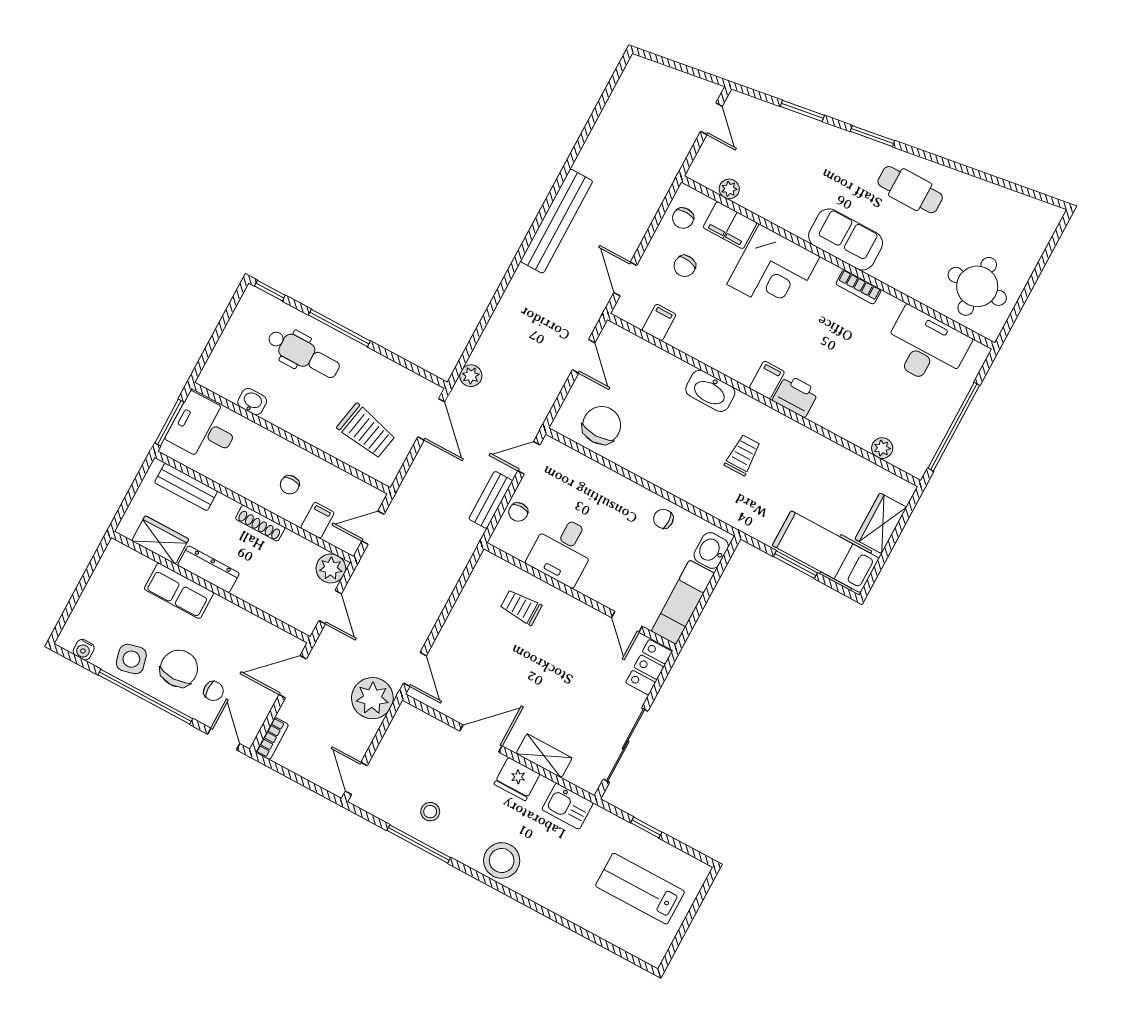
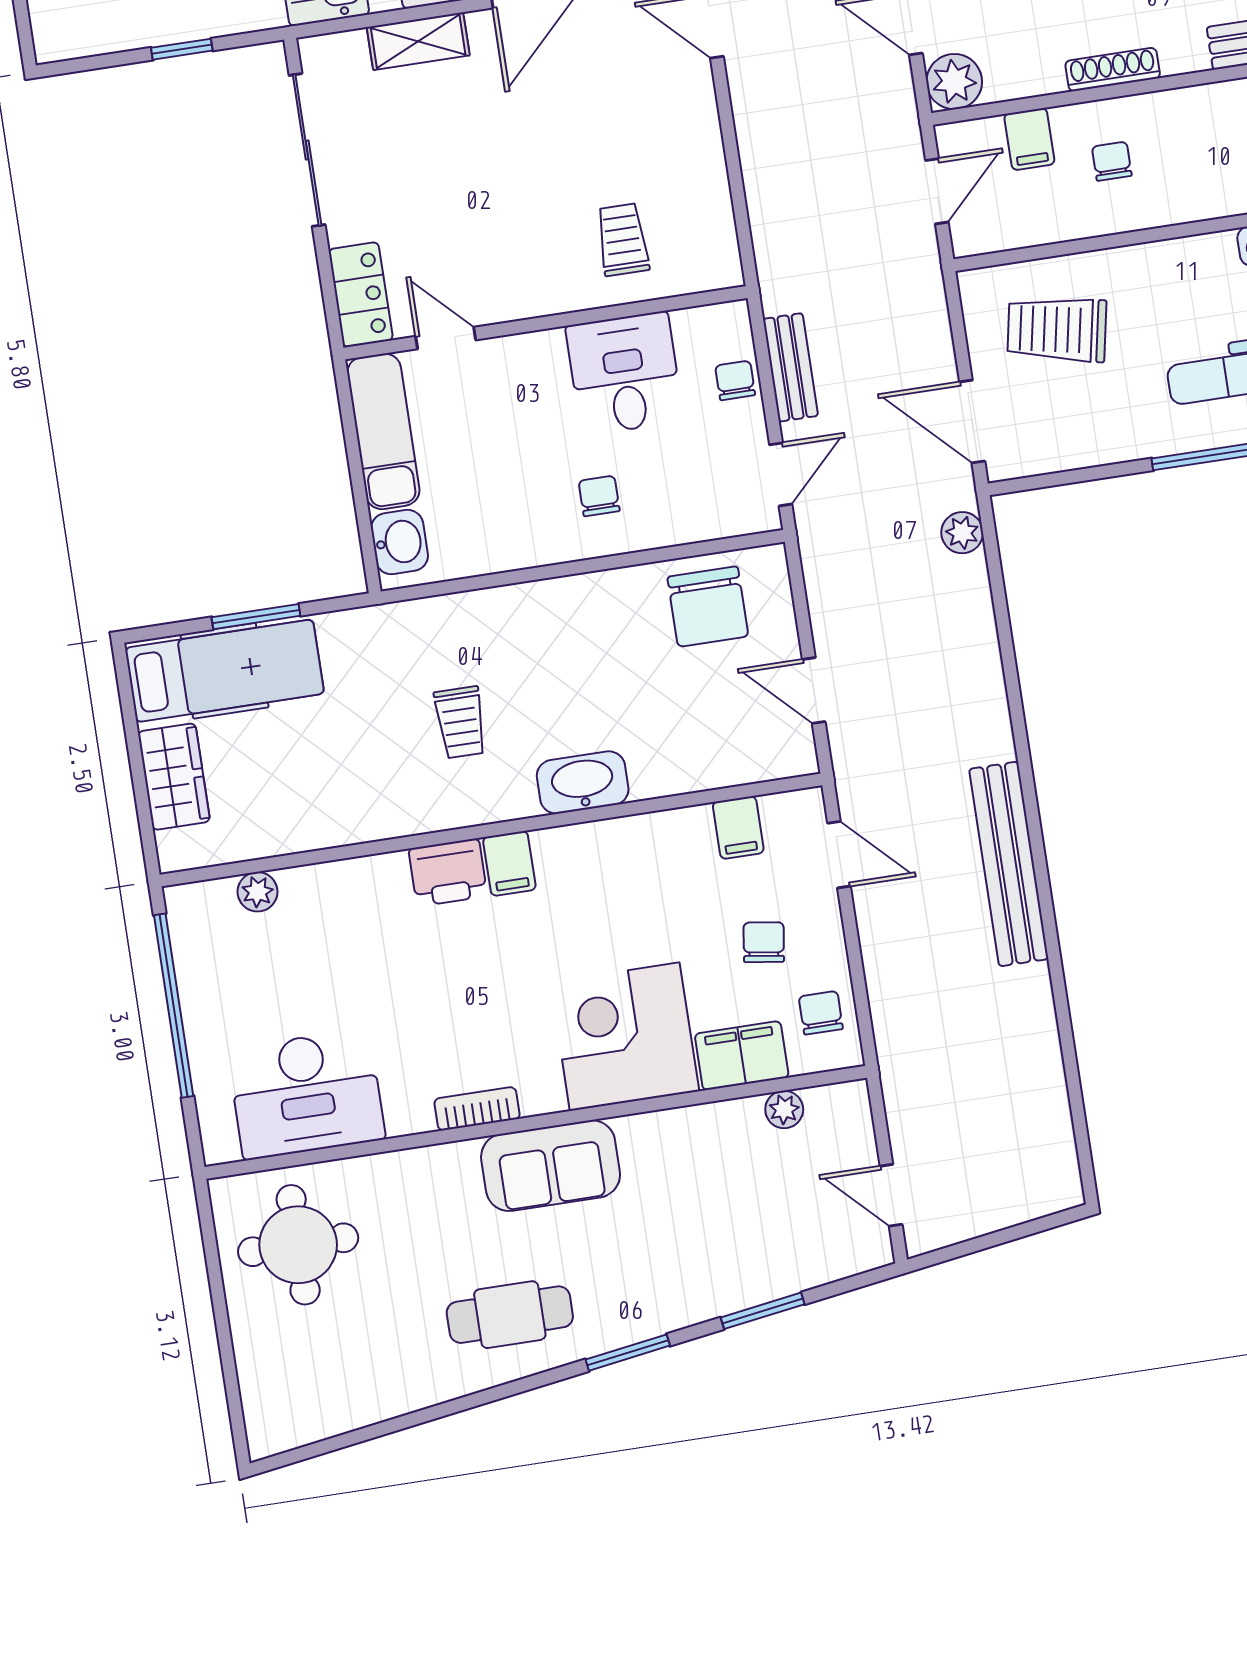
chair: (663, 519) -> (599, 496), moved, turned -90
trolley: (521, 607) -> (623, 240), turned -90

